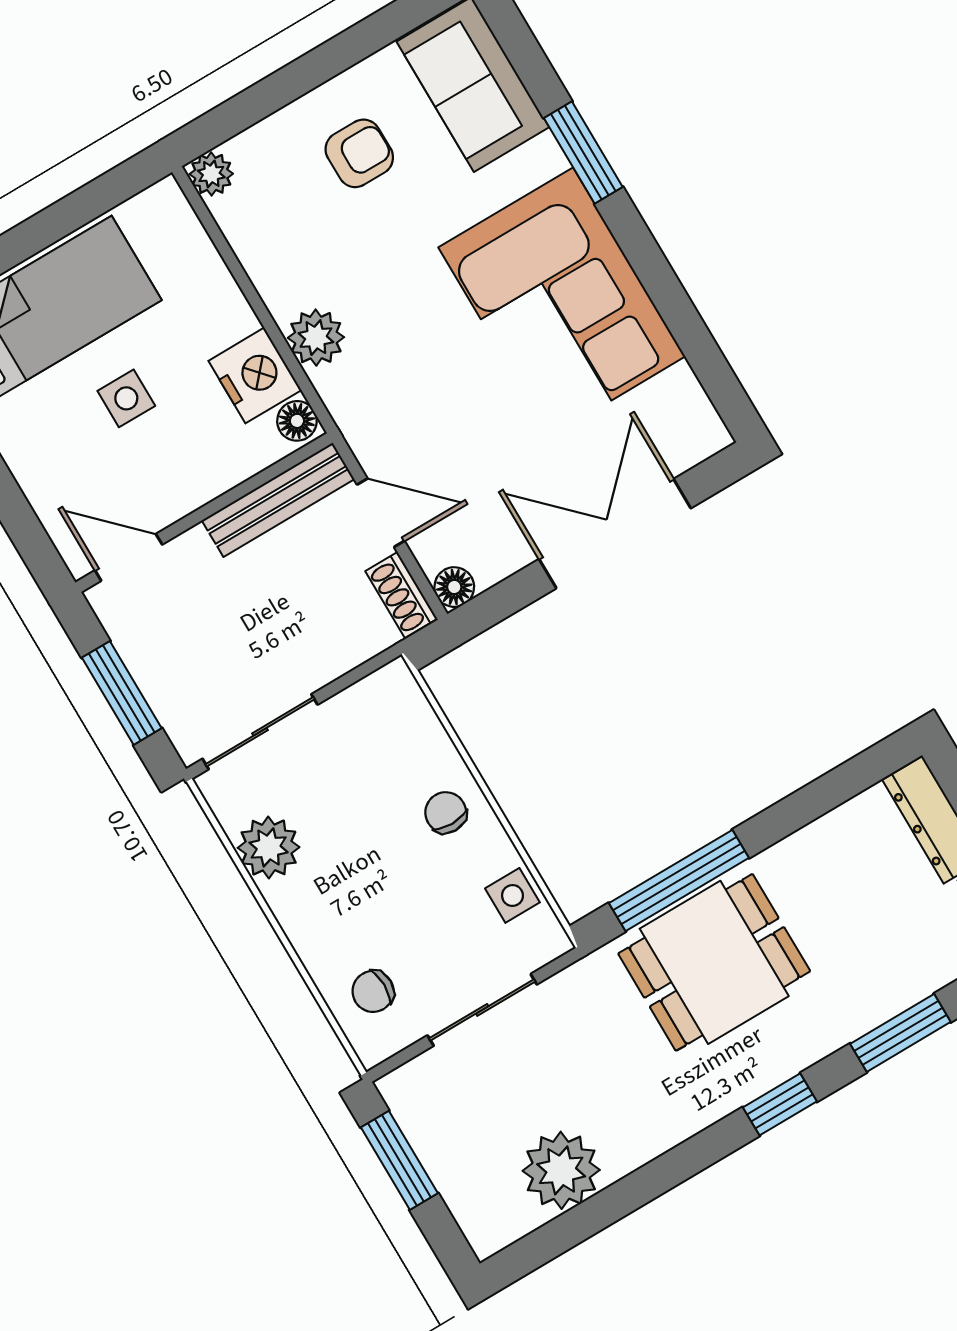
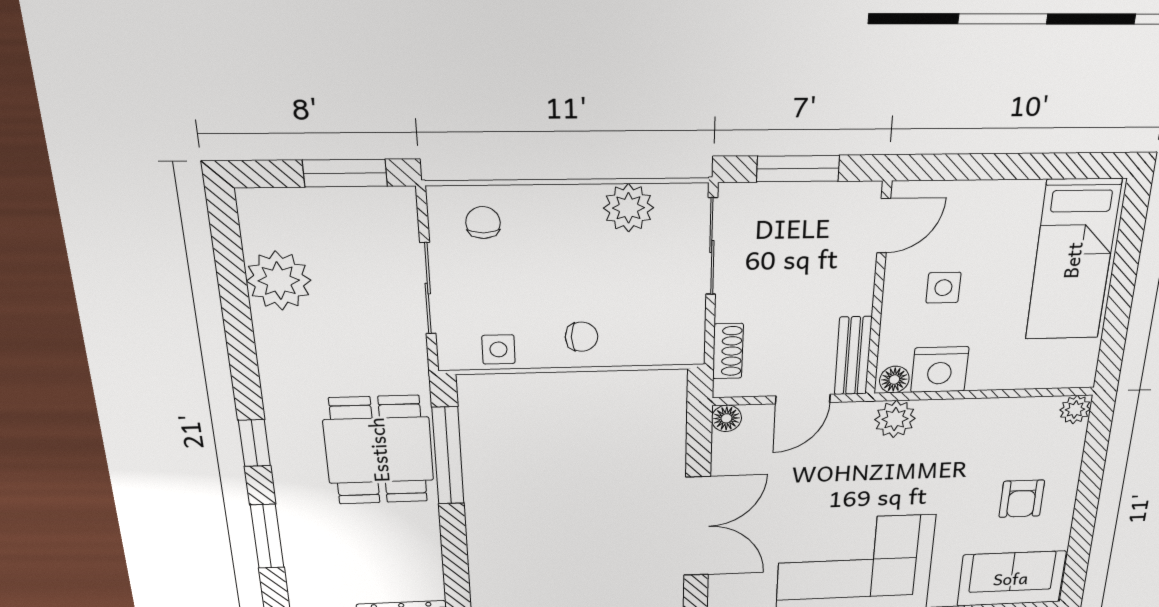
plant: (316, 338) -> (895, 419), moved
side table: (126, 398) -> (943, 288), moved
bench: (278, 500) -> (853, 356), width x0.73
shoe rack: (401, 595) -> (728, 351), moved, turned 90

